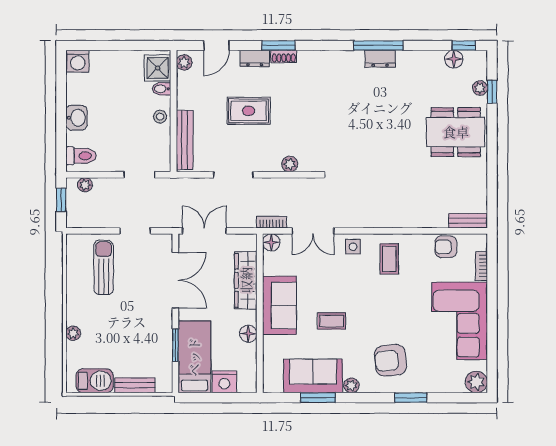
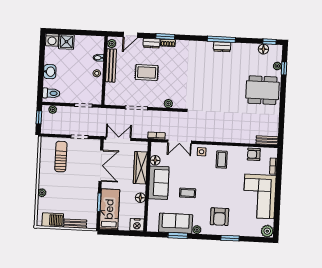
shower: (158, 68) -> (66, 42), moved
bench: (185, 140) -> (111, 65), moved
floor lamp: (271, 242) -> (155, 160), moved
armchair: (390, 360) -> (220, 217), turned -84
nightstand: (224, 382) -> (137, 225), moved

